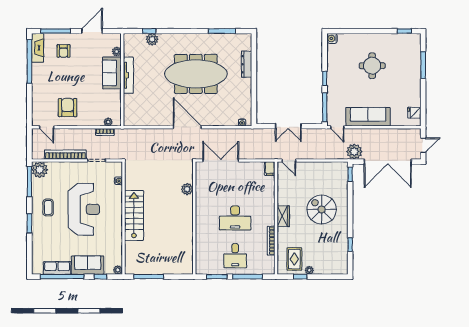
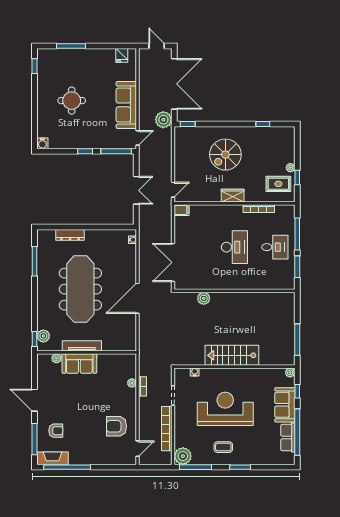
plant: (117, 51) -> (56, 358), moved
sofa: (112, 73) -> (79, 364), moved
tv unit: (128, 75) -> (82, 346), moved
wall: (122, 80) -> (87, 352), moved

